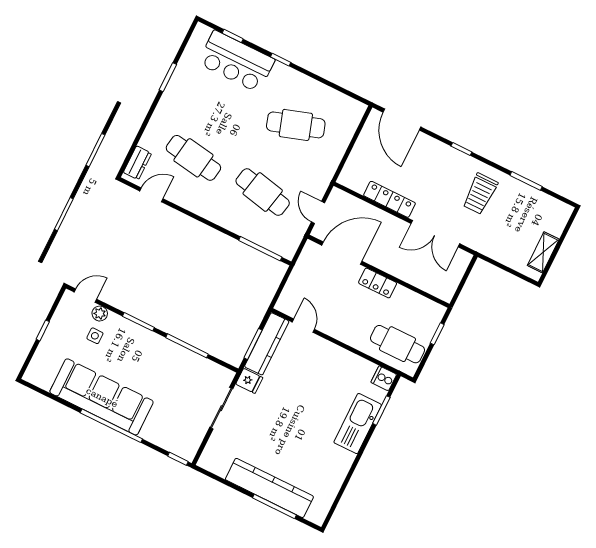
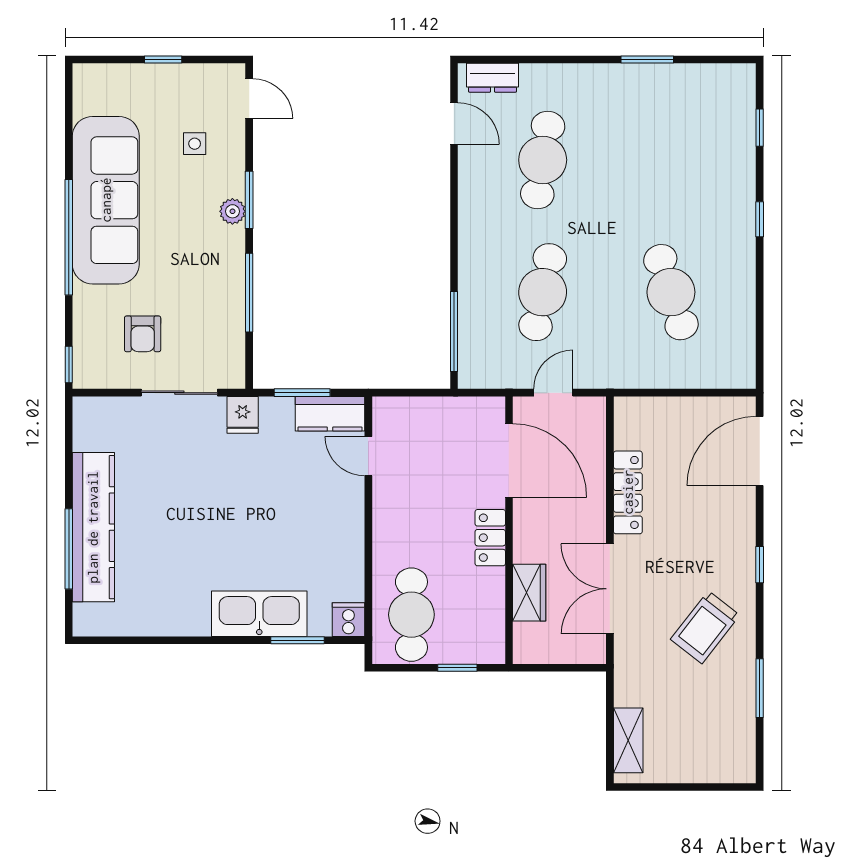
bar counter: (236, 61) -> (723, 153), removed
trolley: (480, 194) -> (705, 627), turned -52
shelving: (543, 252) -> (628, 740), moved, turned 90
wardrobe: (416, 277) -> (529, 593), added
plant: (100, 314) -> (232, 211), moved
door: (303, 326) -> (368, 456), swing flipped
kitchen counter: (267, 344) -> (330, 414), width x0.67
armchair: (181, 412) -> (143, 334), added

